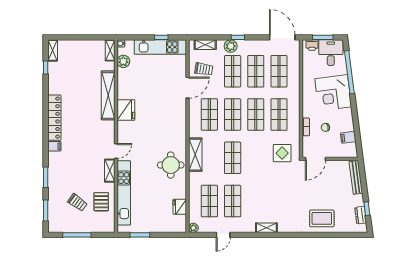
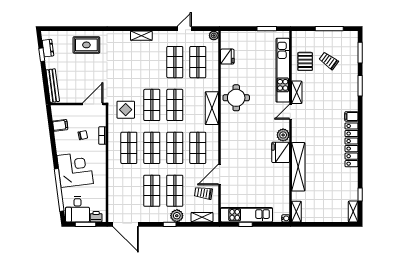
plant: (123, 61) -> (283, 135), moved
shop shelf: (279, 71) -> (152, 105), moved

